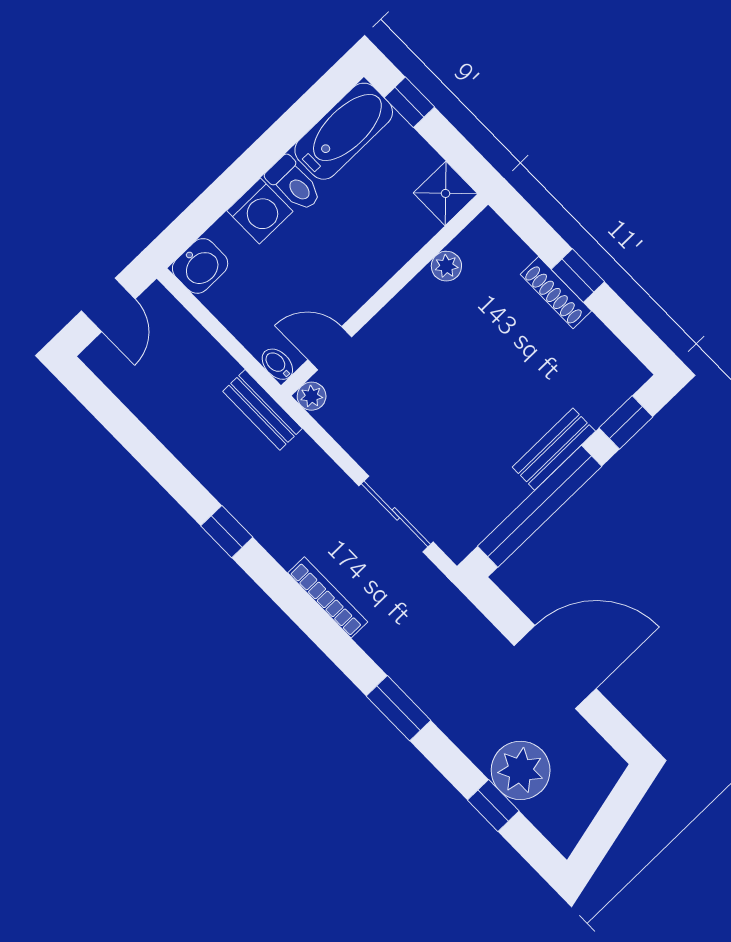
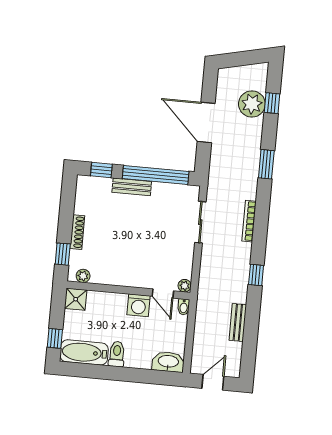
washing machine: (260, 211) -> (139, 305), moved, turned 180
washbasin: (200, 266) -> (168, 362), width x1.38
plant: (446, 266) -> (83, 276), moved
window: (578, 275) -> (63, 254), moved
bench: (262, 410) -> (238, 322), moved

